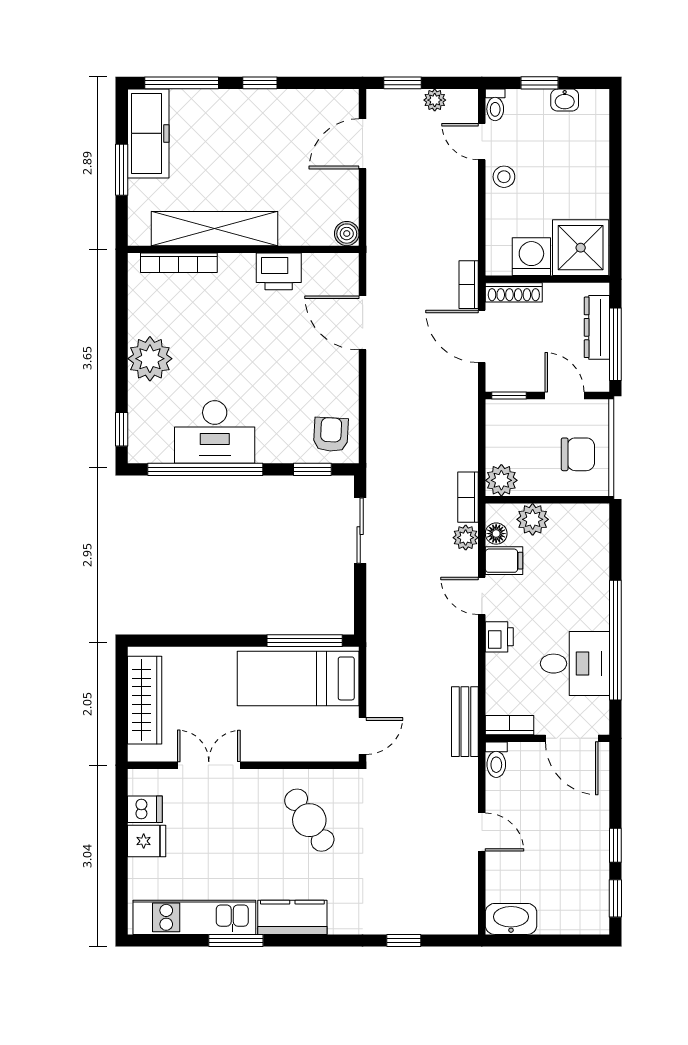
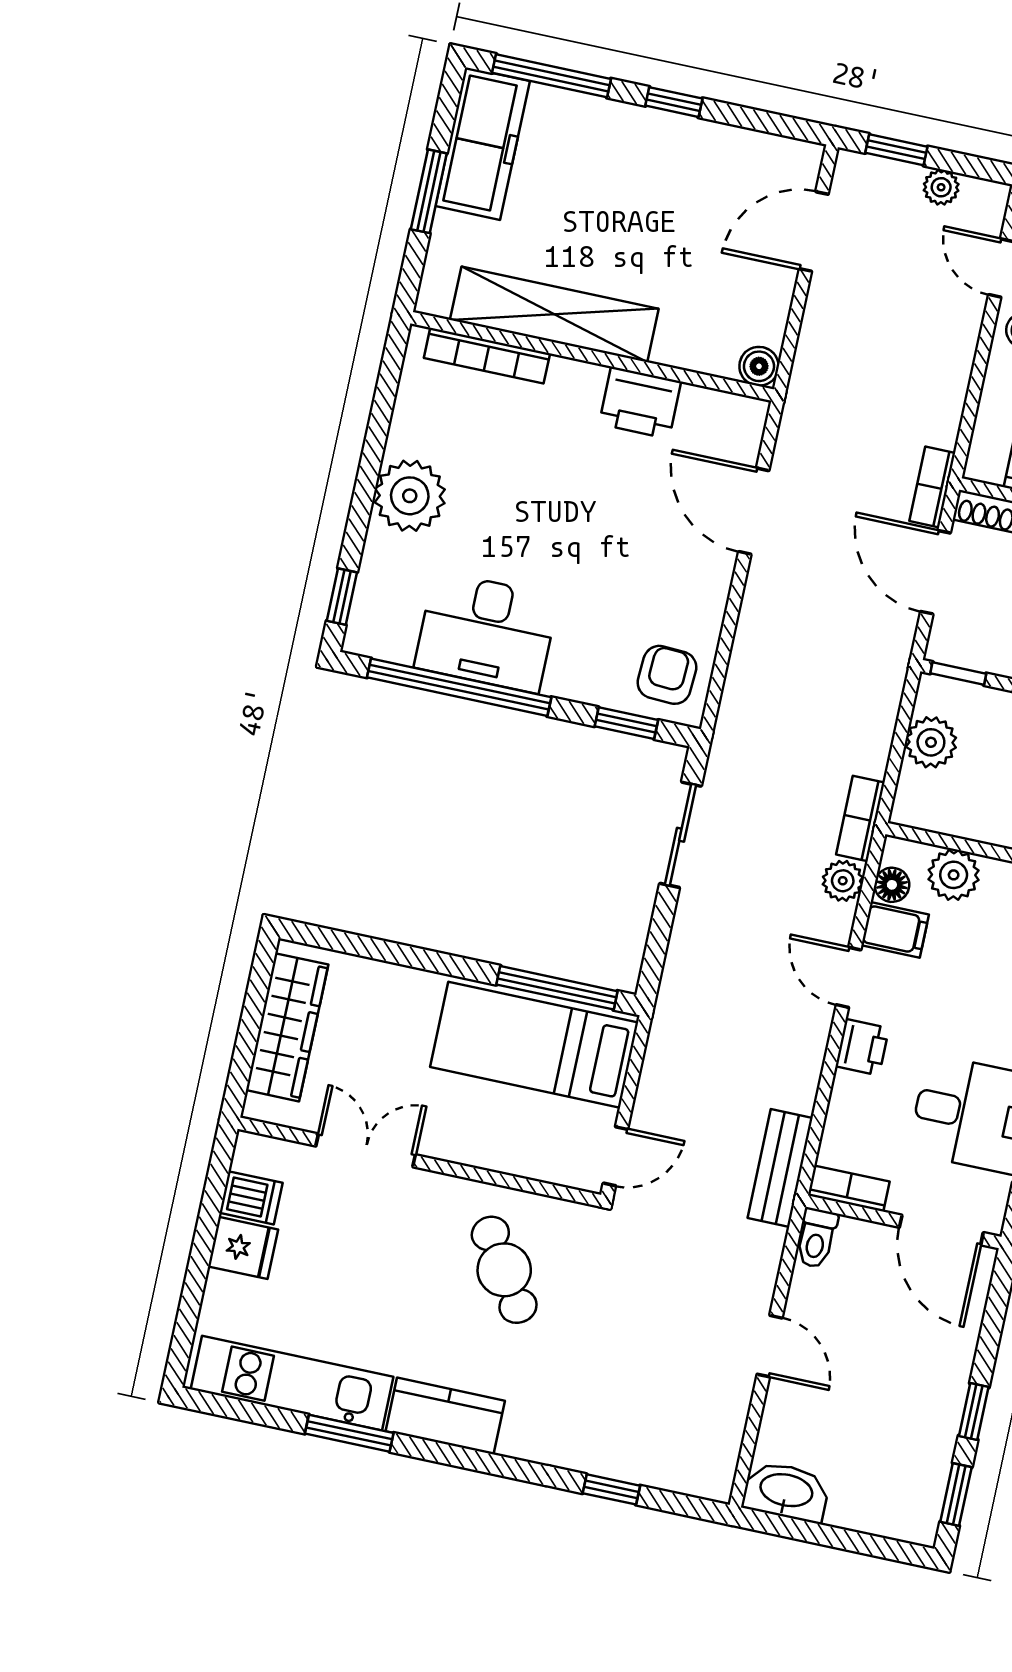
plant: (501, 480) -> (931, 742), moved

